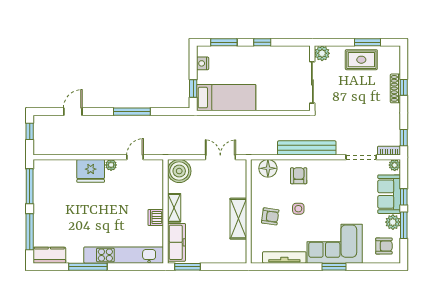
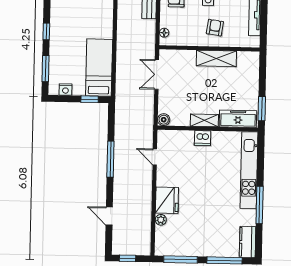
plant: (111, 165) -> (161, 220), moved
floor lamp: (268, 168) -> (164, 33), width x0.53, depth x0.53
boiler: (179, 171) -> (164, 120), width x0.54, depth x0.54
dishwasher: (156, 218) -> (203, 138), moved

